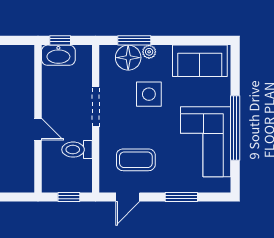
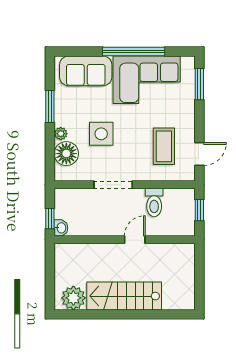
window: (134, 40) -> (50, 106), moved
washbasin: (58, 55) -> (61, 228), width x0.52, depth x0.69
sofa: (200, 61) -> (86, 71), moved, turned 90
door: (128, 197) -> (199, 154), hinge flipped
window: (181, 197) -> (199, 84), moved

